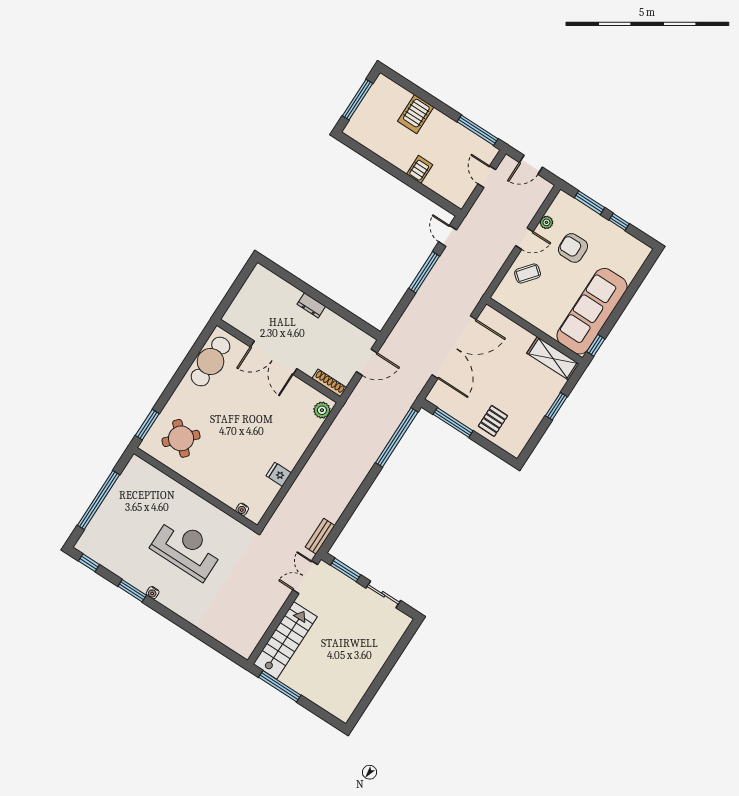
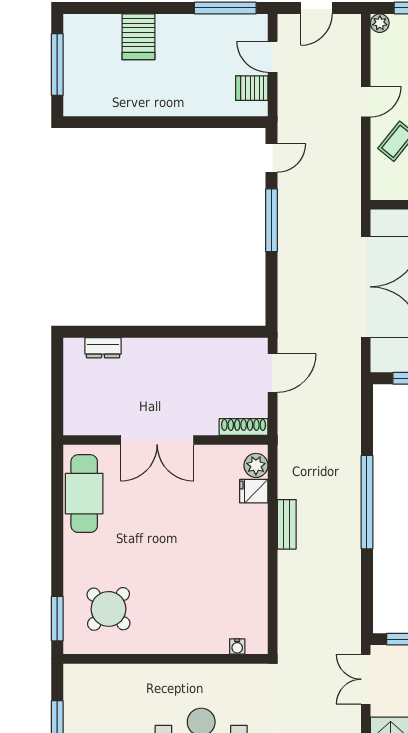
server rack: (420, 169) -> (252, 88), moved, turned -90
plant: (546, 222) -> (380, 23), moved
door: (448, 236) -> (271, 158), swing flipped
dresser: (311, 305) -> (103, 348), moved
window: (397, 437) -> (367, 502), moved
fridge: (279, 474) -> (254, 491), moved
bench: (320, 536) -> (287, 524), moved

